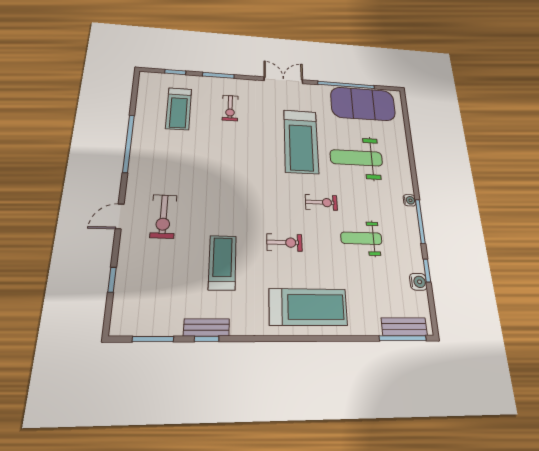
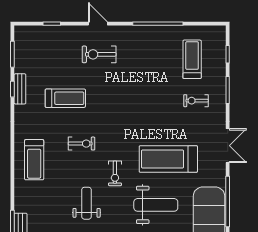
treadmill: (179, 109) -> (192, 59), turned 90
weight bench: (356, 158) -> (156, 205), turned 90
exercise bike: (284, 242) -> (82, 144), turned -90
treadmill: (308, 307) -> (34, 160), width x0.73, depth x0.73

